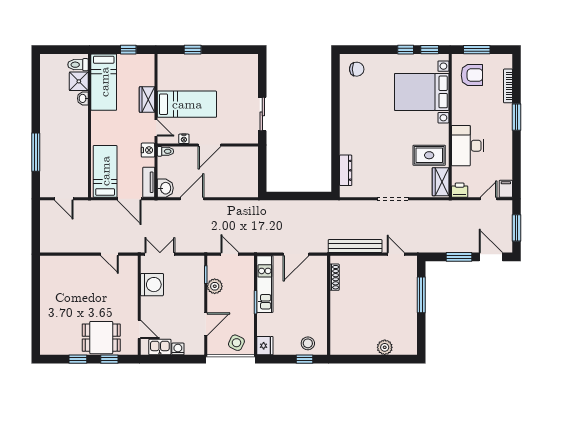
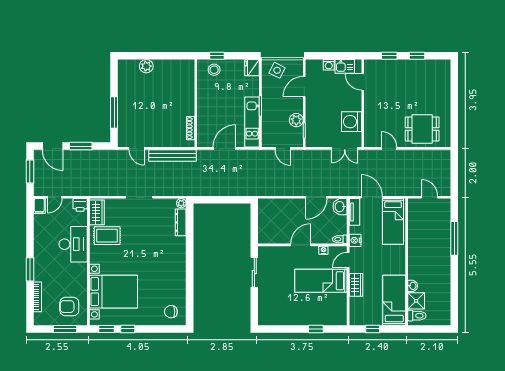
door: (156, 128) -> (348, 260), hinge flipped
plant: (345, 192) -> (181, 203), added
dining table: (101, 338) -> (422, 129), moved

